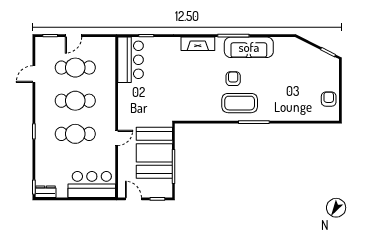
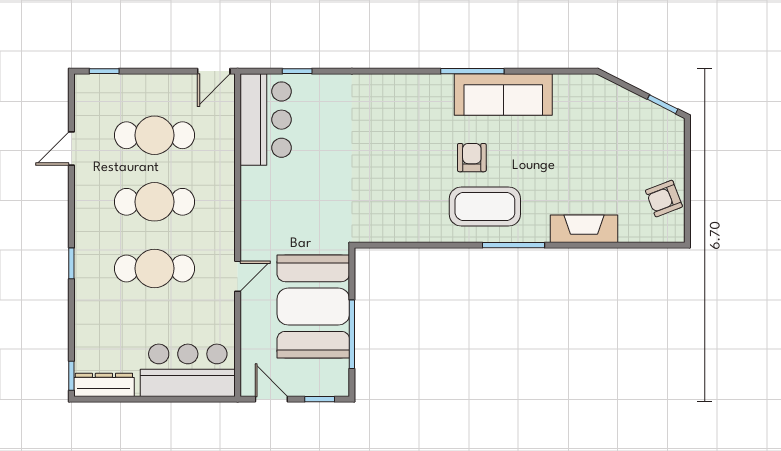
door: (74, 36) -> (214, 71), moved
fireplace: (198, 44) -> (584, 229), moved, turned 180
armchair: (329, 99) -> (664, 199), turned -111
dresser: (46, 192) -> (104, 385), width x1.44

